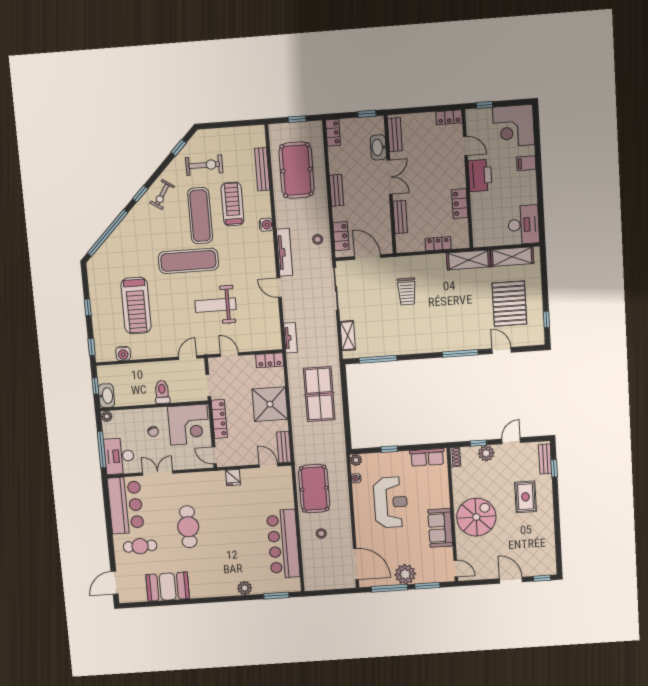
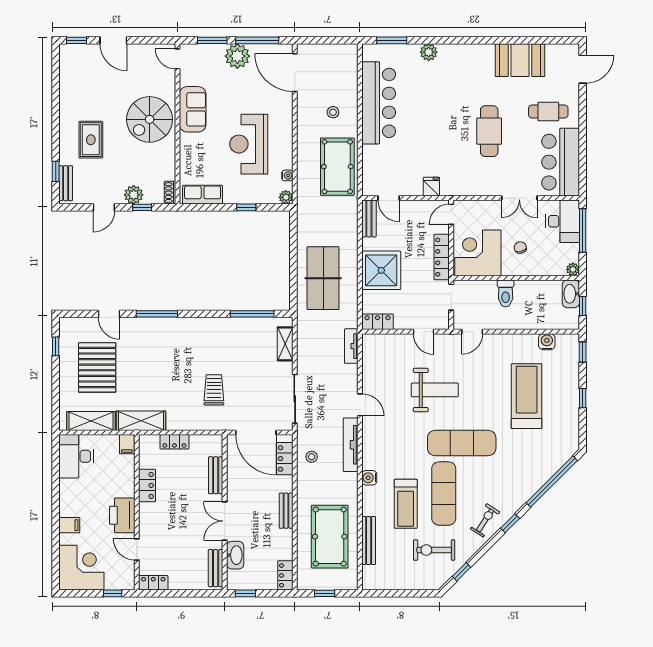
filing cabinet: (480, 239) -> (127, 444), added
door: (368, 257) -> (256, 433), width x1.36
door: (214, 455) -> (451, 214), swing flipped

